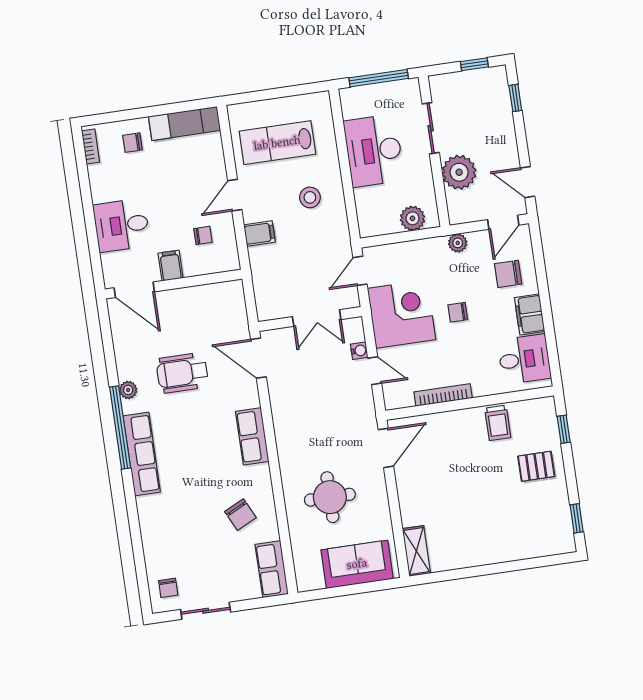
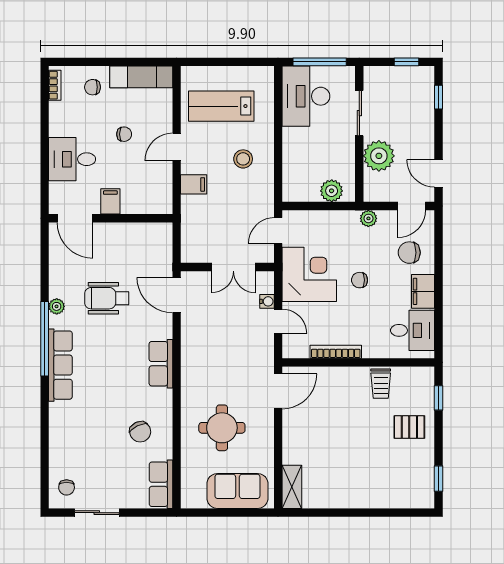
desk: (374, 151) -> (306, 96), moved
chair: (203, 236) -> (124, 134), moved

